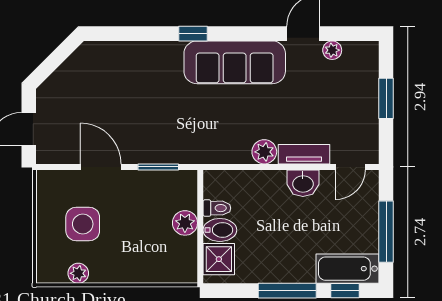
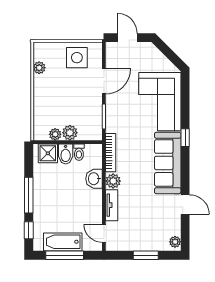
plant: (332, 50) -> (175, 242), moved
corner sofa: (134, 75) -> (160, 102), added
bookcase: (218, 156) -> (111, 153), added
washbasin: (303, 183) -> (94, 179), moved
side table: (83, 224) -> (77, 58), moved
plant: (188, 247) -> (55, 134), added
bathtub: (347, 269) -> (63, 242), moved, turned -90

